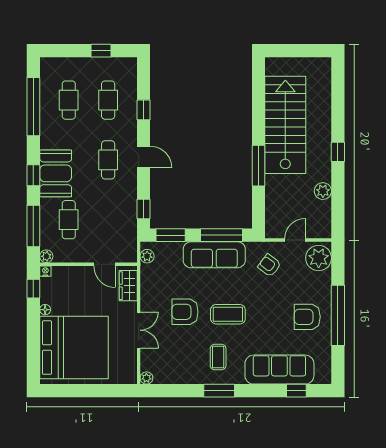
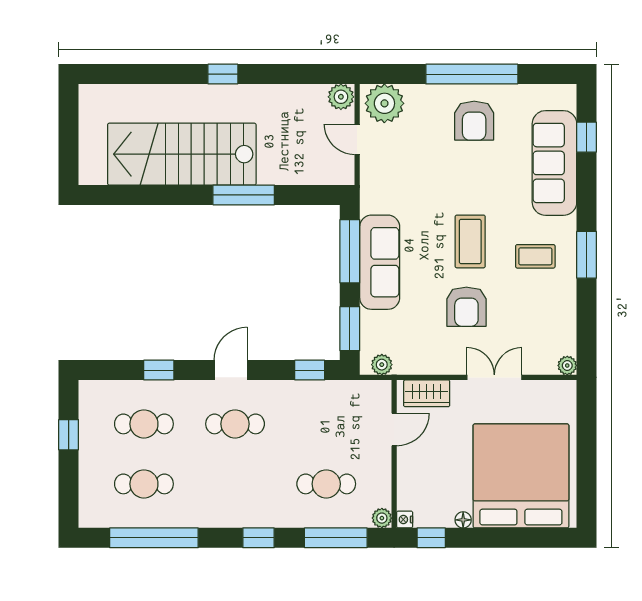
booth: (56, 173) -> (256, 504), removed
plant: (323, 191) -> (341, 97), moved
armchair: (269, 265) -> (396, 178), removed

